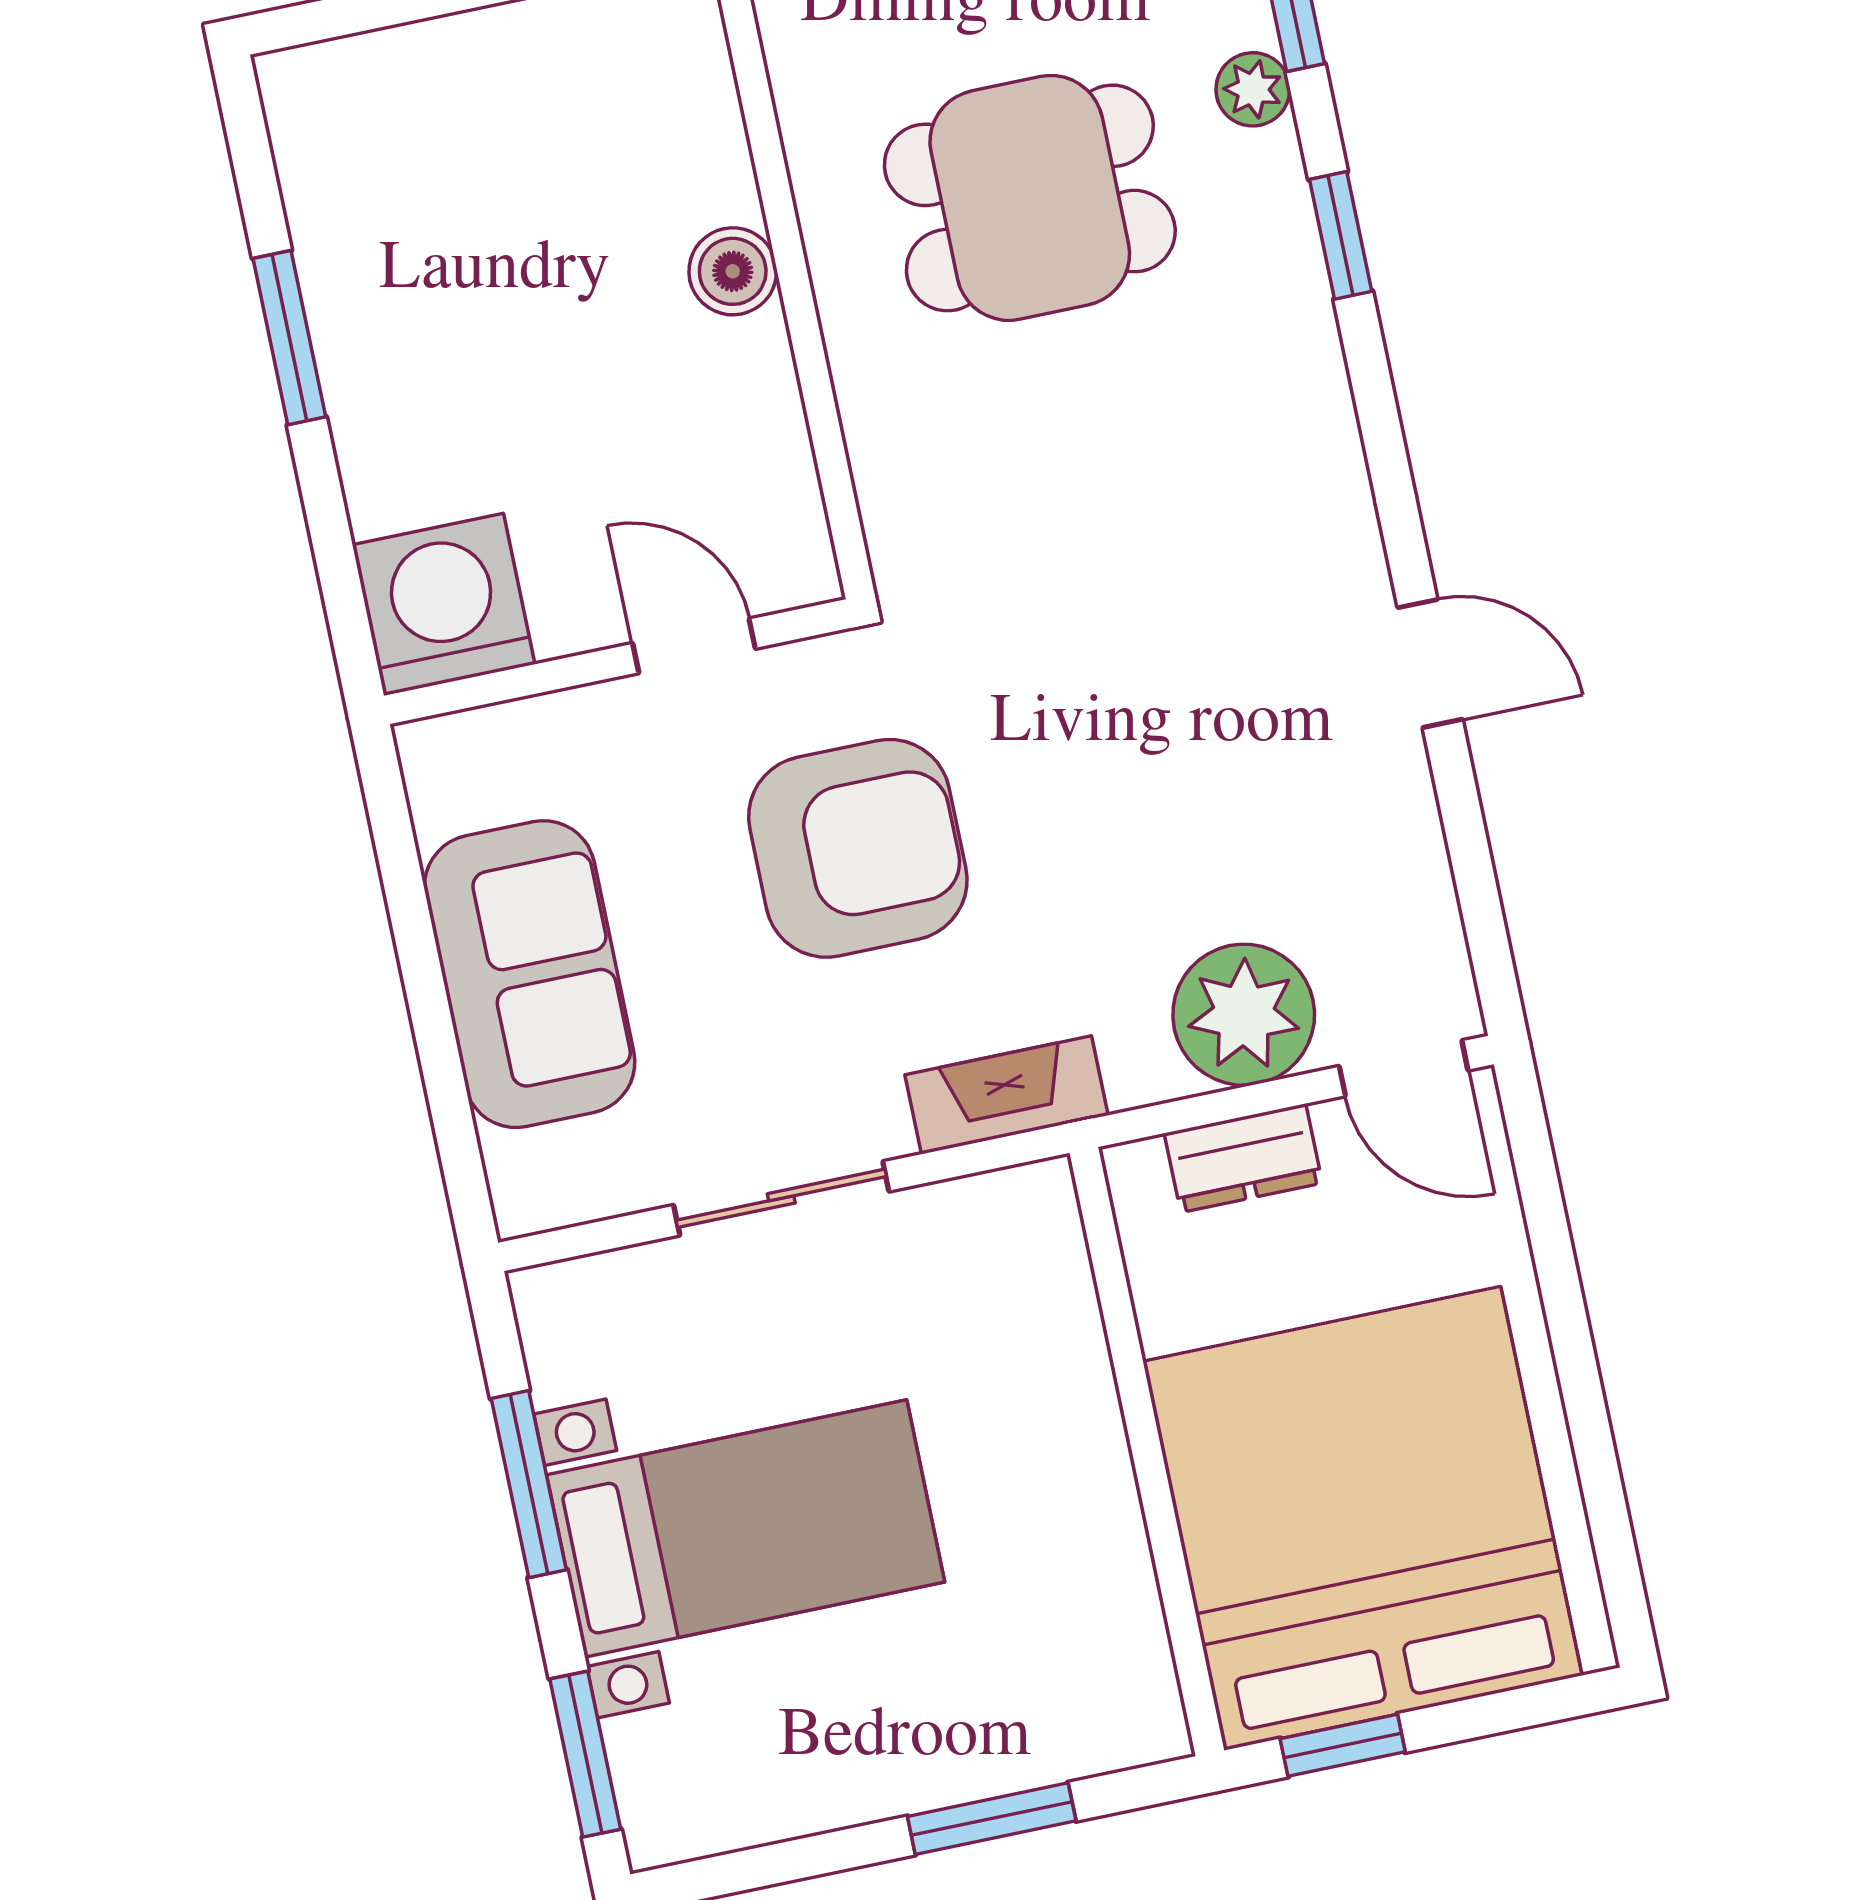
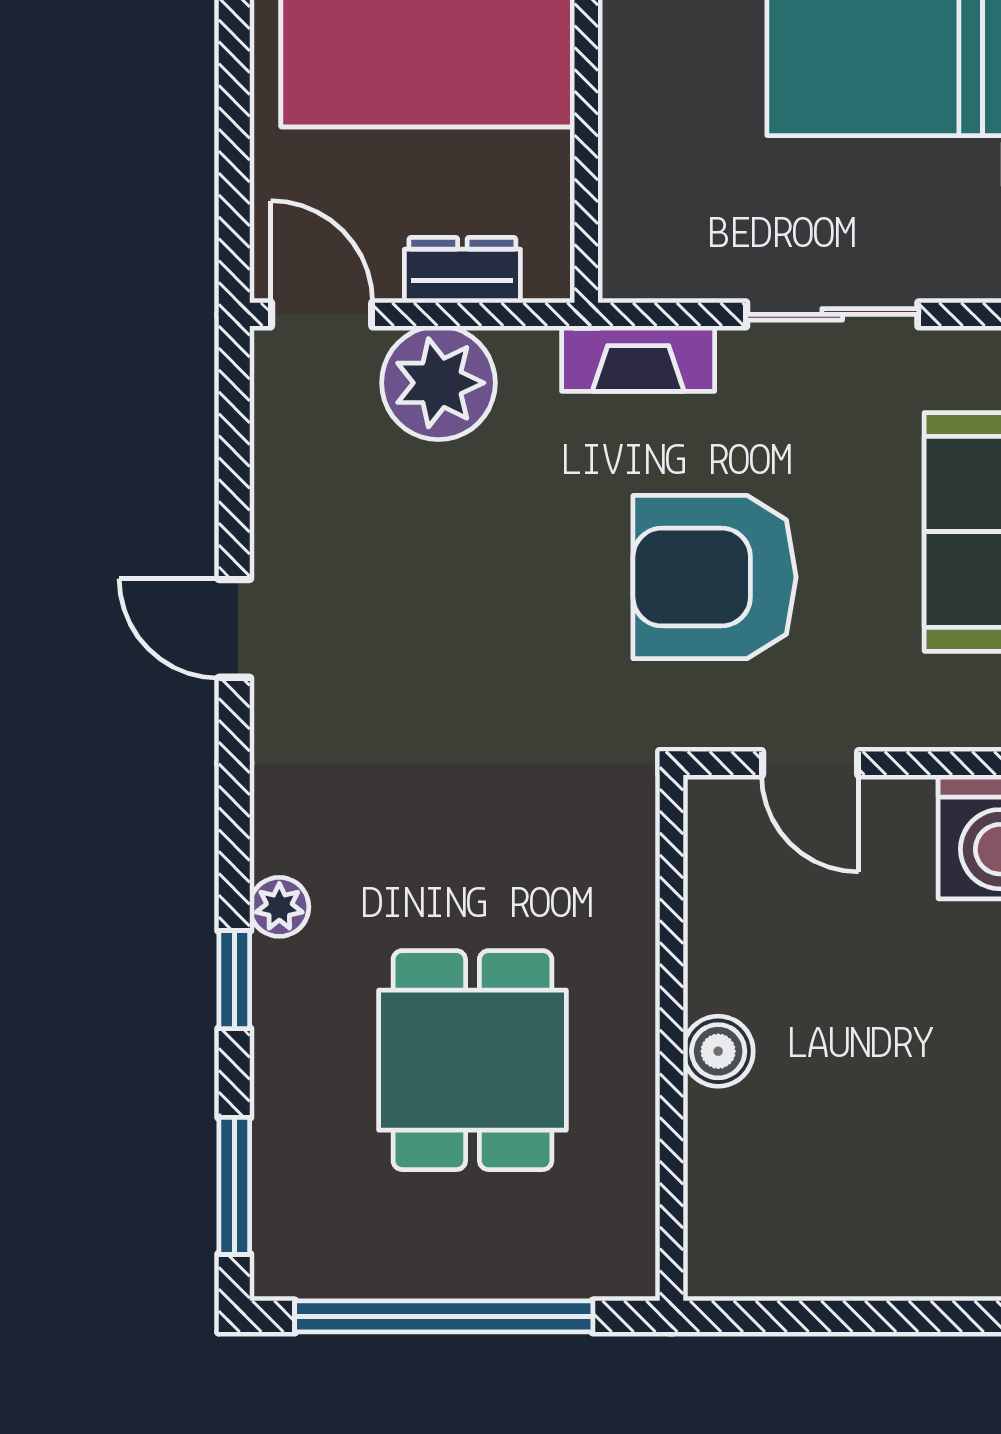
plant: (1253, 89) -> (279, 907), moved
dining table: (1030, 198) -> (472, 1060), turned 90

